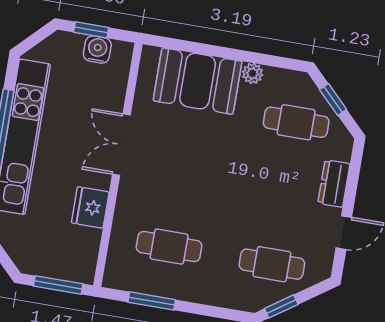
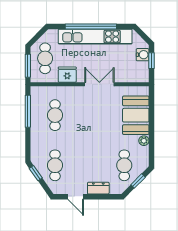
water cooler: (97, 50) -> (143, 55), moved
cafe table: (49, 247) -> (45, 58), added
window: (152, 301) -> (28, 111), width x1.44

